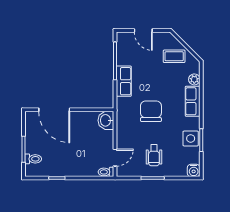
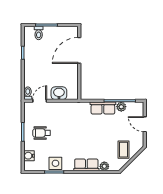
door: (143, 30) -> (145, 124), hinge flipped
plant: (122, 59) -> (121, 107), added
chair: (151, 111) -> (78, 130), removed
washbasin: (106, 120) -> (59, 93), moved
door: (115, 158) -> (40, 101), swing flipped
water cooler: (194, 170) -> (29, 156), moved

